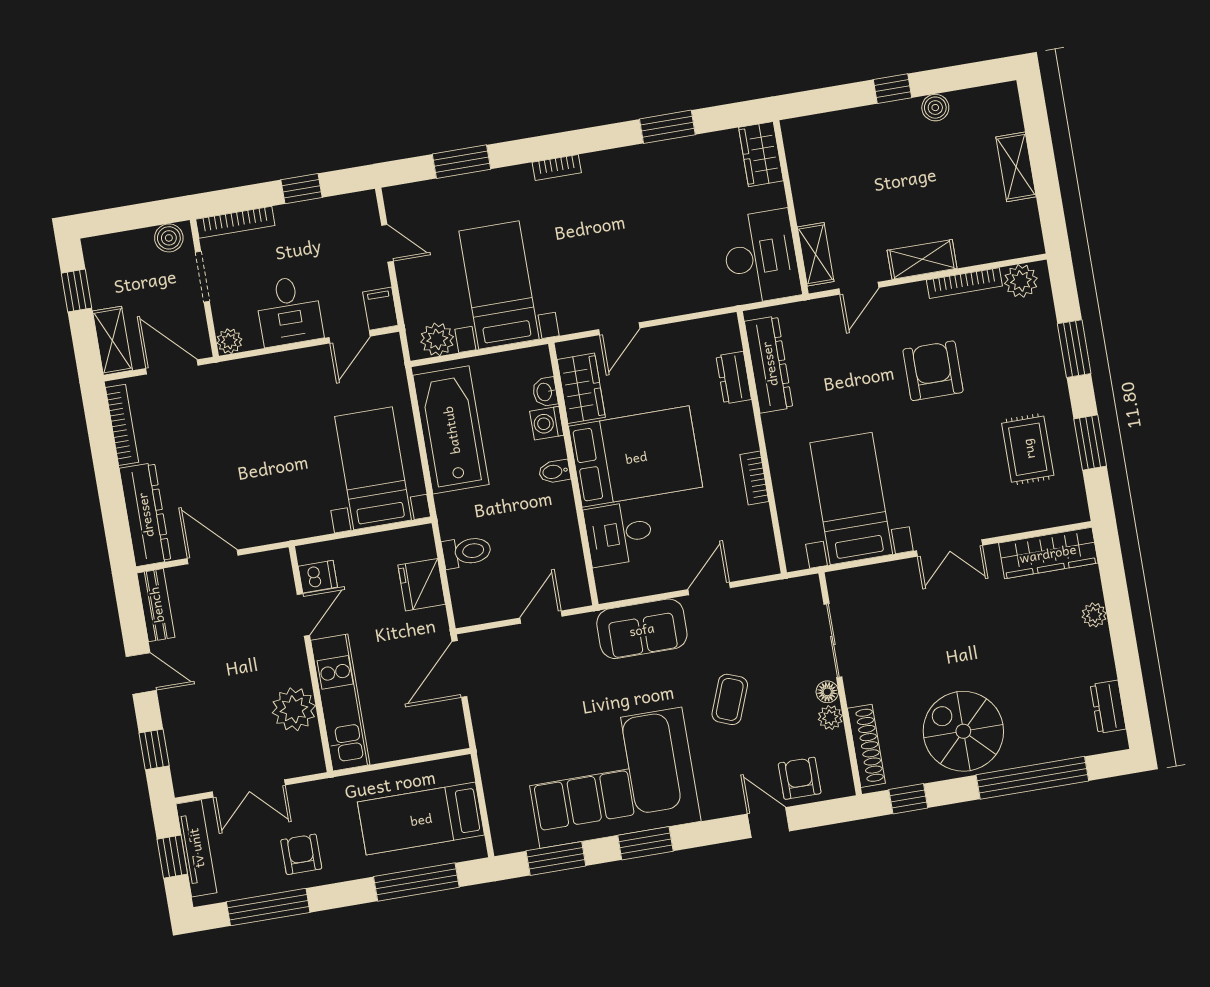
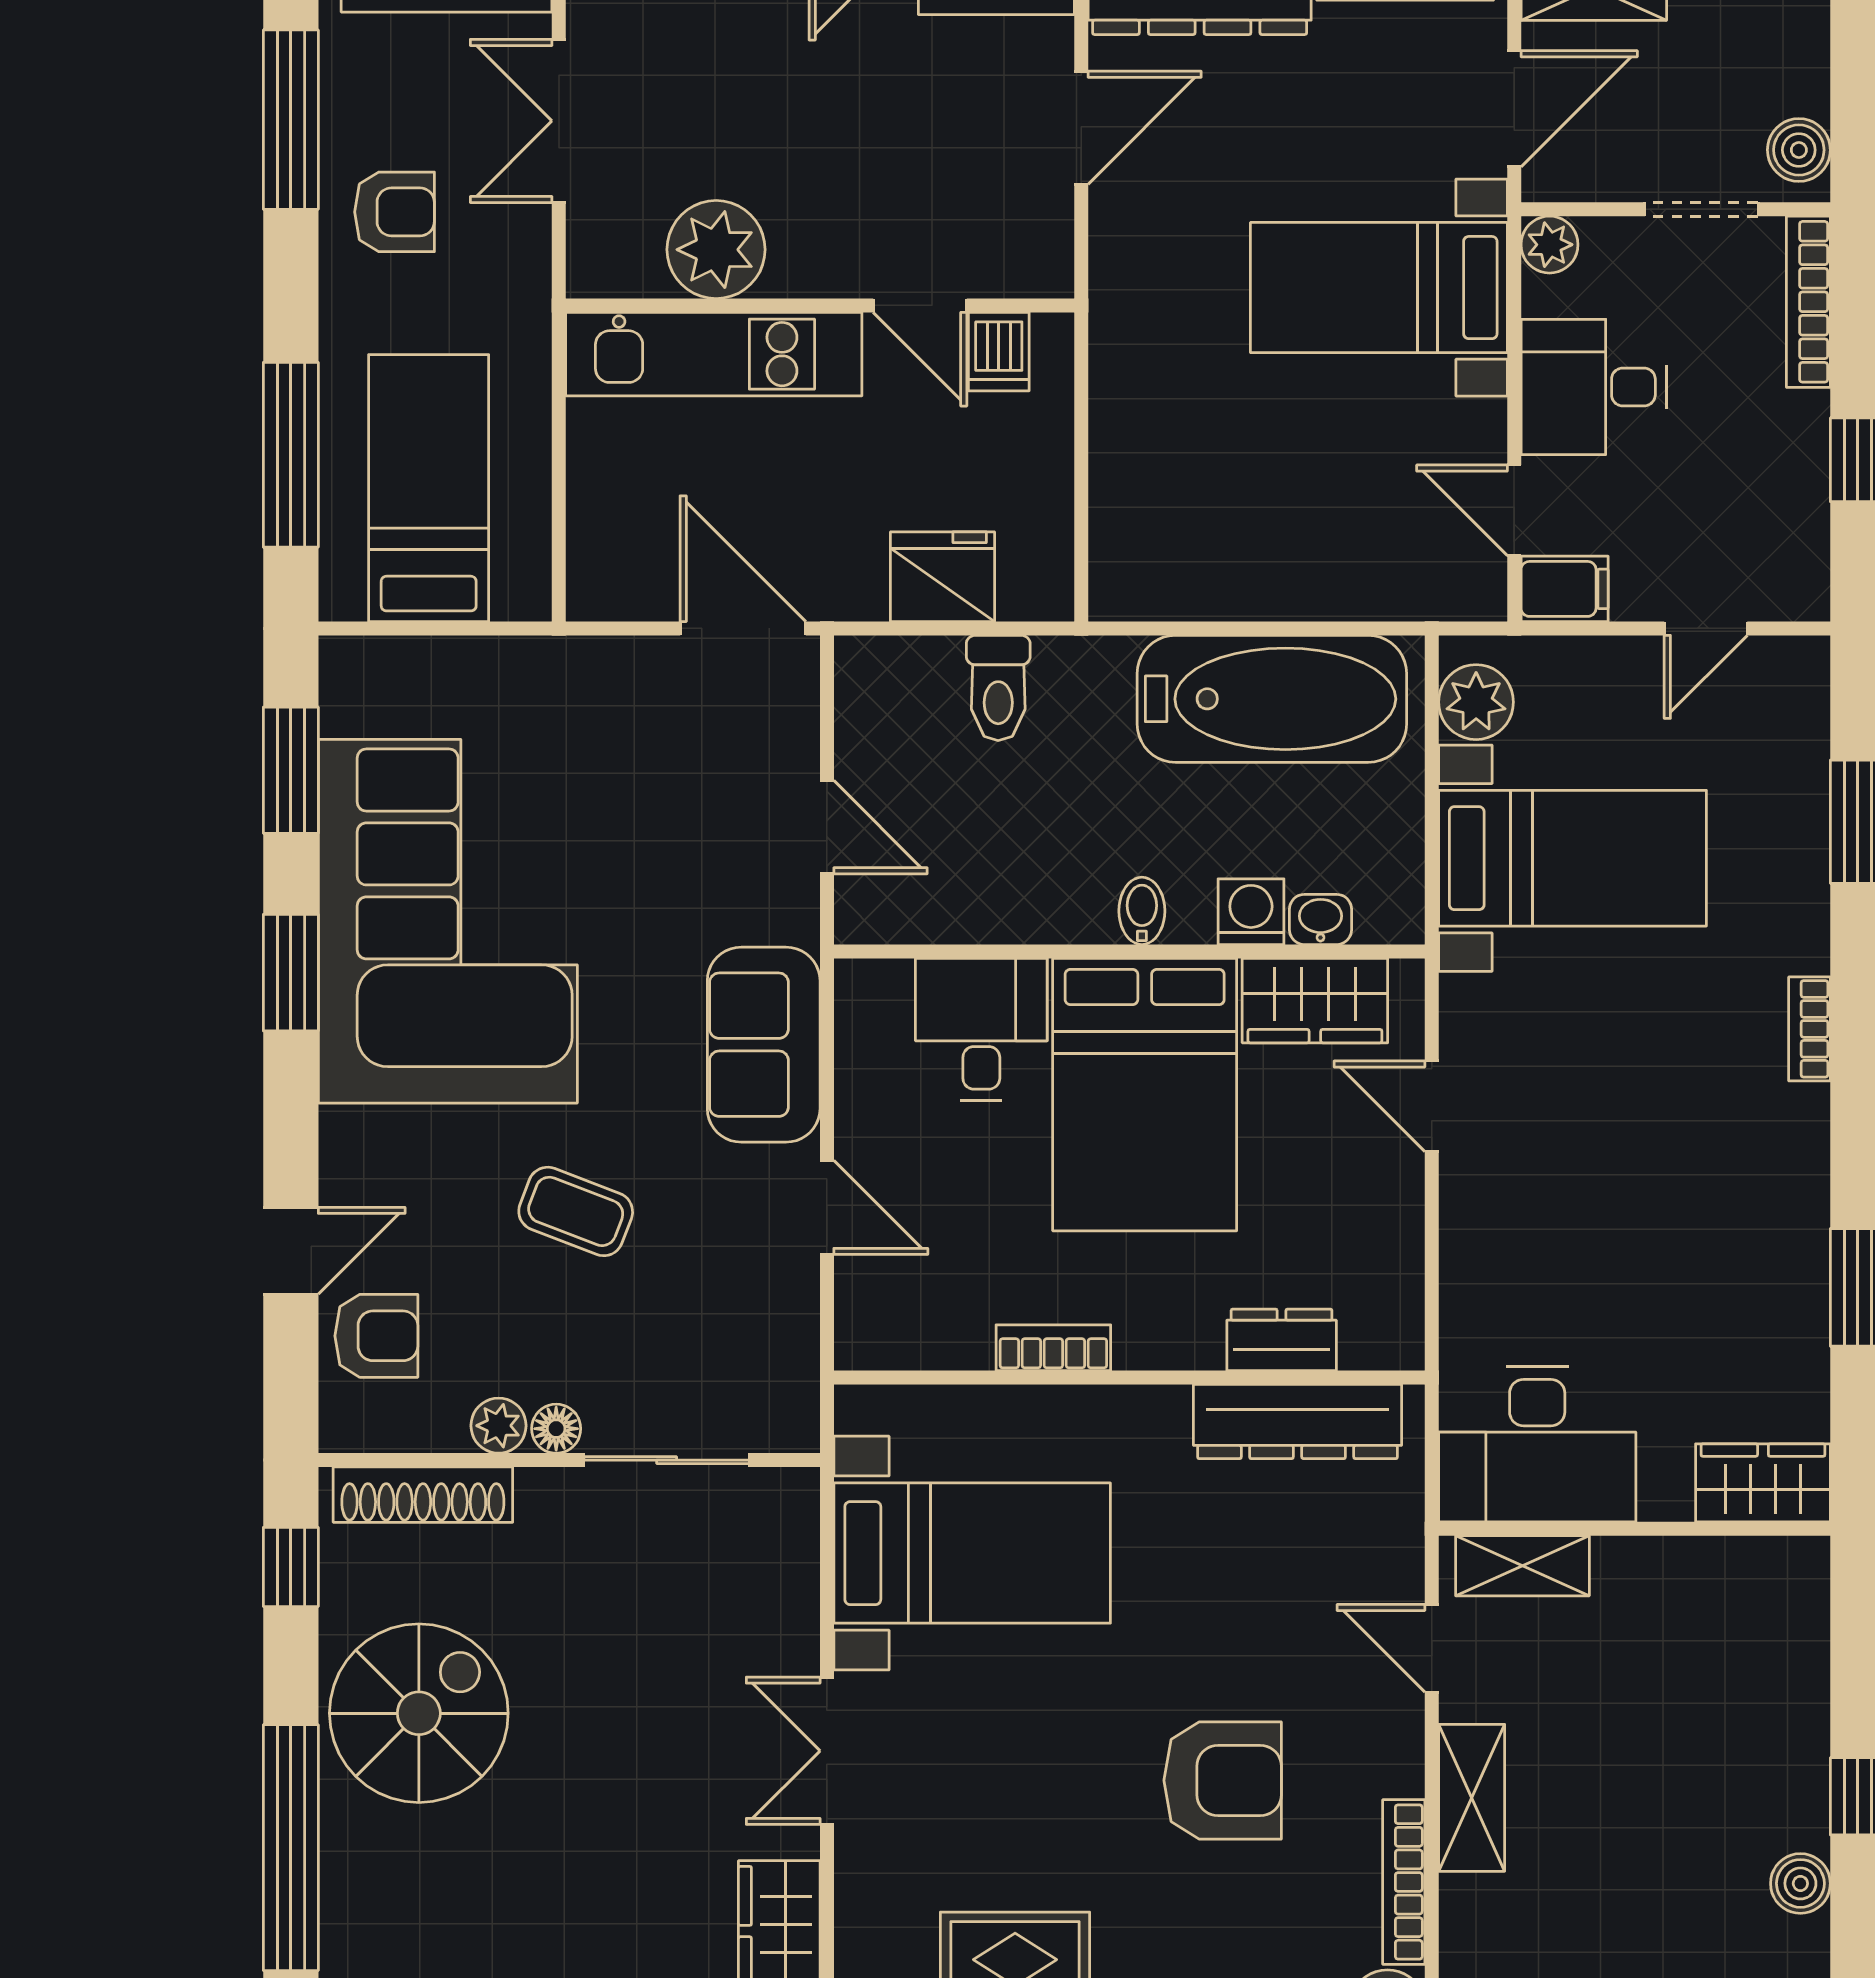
bed with nightstands: (373, 468) -> (1379, 288), moved, turned 180

